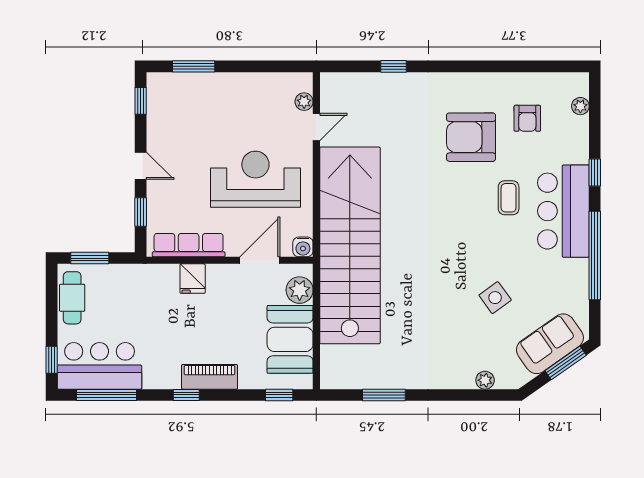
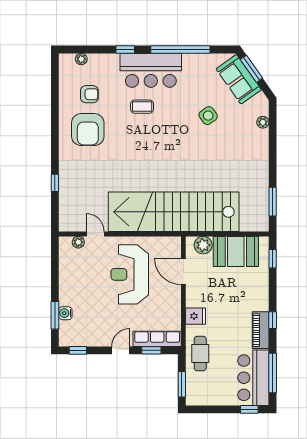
armchair: (471, 137) -> (88, 130), moved
row of seats: (189, 245) -> (157, 339), moved, turned 90
water cooler: (303, 247) -> (65, 313), moved, turned 180
cafe table: (72, 298) -> (200, 354), moved, turned 90
piano: (210, 377) -> (261, 330), moved
window: (384, 395) -> (273, 202), moved

